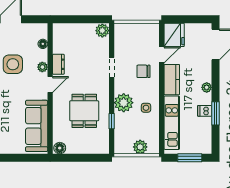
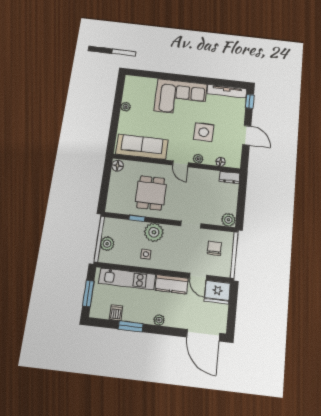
dresser: (58, 64) -> (229, 177), moved
chair: (143, 71) -> (214, 248), moved
dining table: (84, 111) -> (151, 193), turned 90
dishwasher: (205, 111) -> (116, 313), moved

